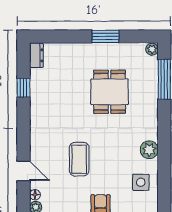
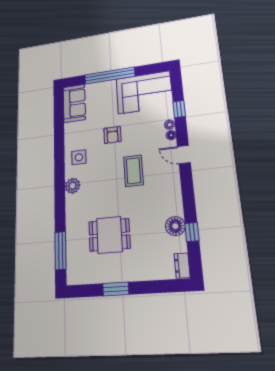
plant: (152, 49) -> (72, 279), removed
dining table: (110, 92) -> (109, 235), turned 90
floor lamp: (40, 95) -> (175, 226), added

